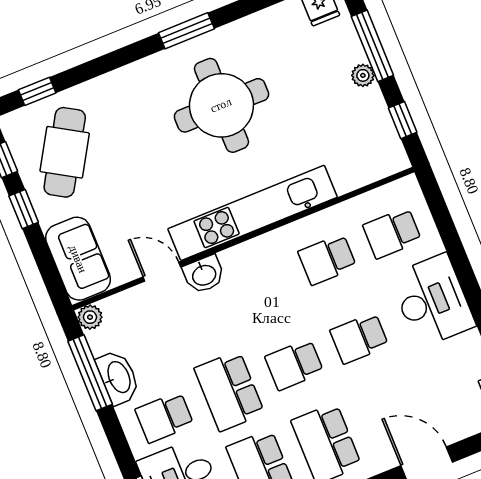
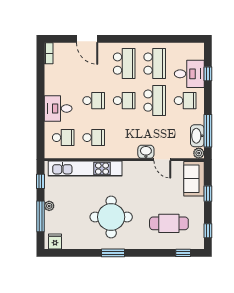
cafe table: (65, 152) -> (169, 223), moved, turned 59
window: (24, 209) -> (208, 194), moved
kitchen unit: (253, 213) -> (85, 169), moved
desk: (432, 301) -> (58, 108), width x0.73
washbasin: (118, 377) -> (197, 136), moved

